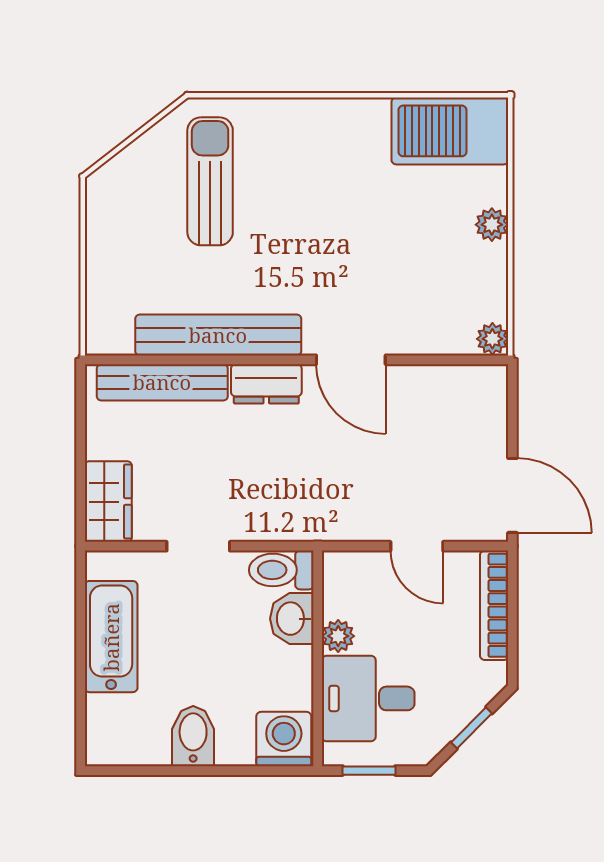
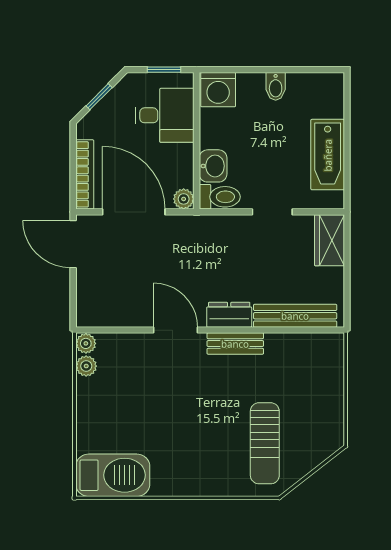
plant: (492, 225) -> (86, 366), moved
bench: (218, 335) -> (235, 344), width x0.54, depth x0.82
door: (417, 546) -> (134, 212), width x1.87
plant: (338, 636) -> (184, 199), moved
bidet: (193, 736) -> (276, 86), width x0.72, depth x0.74

